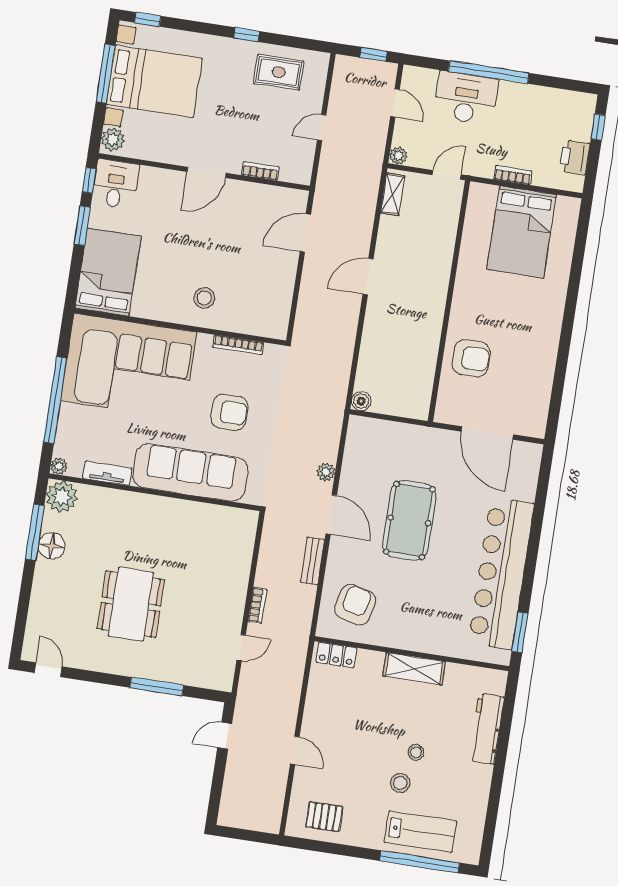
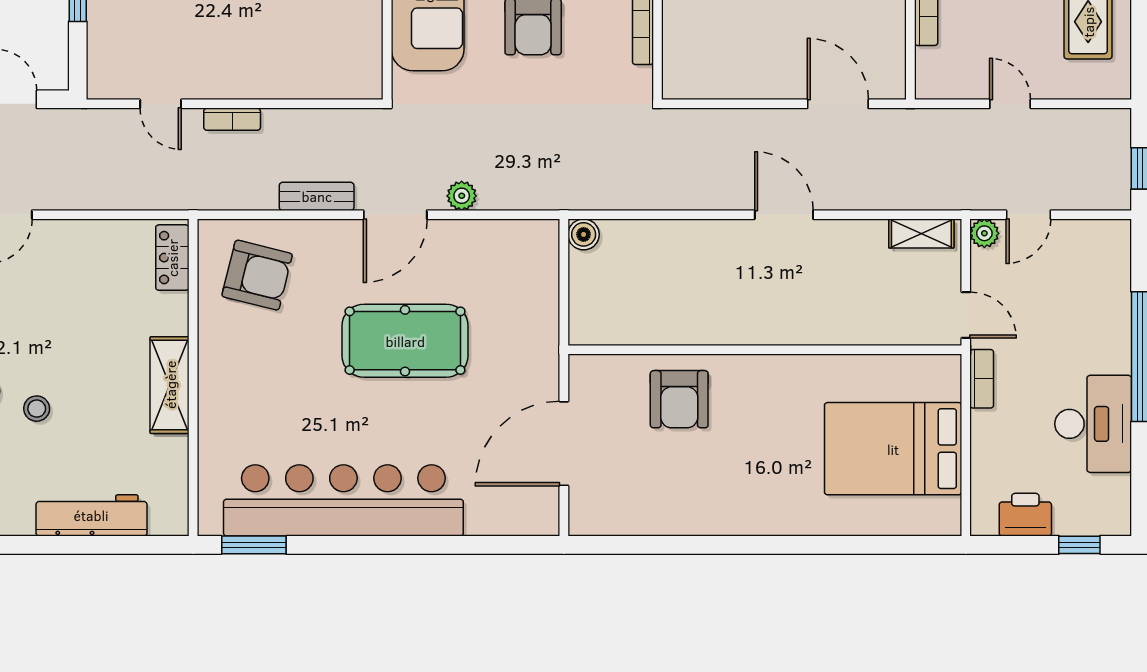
desk: (466, 98) -> (1093, 424), moved
door: (395, 103) -> (1028, 215), moved
bookcase: (513, 175) -> (982, 379), moved

